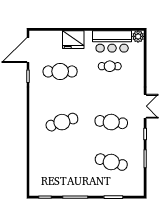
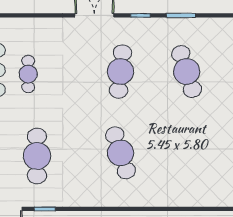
cafe table: (111, 162) -> (187, 72), turned -33

